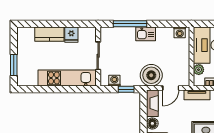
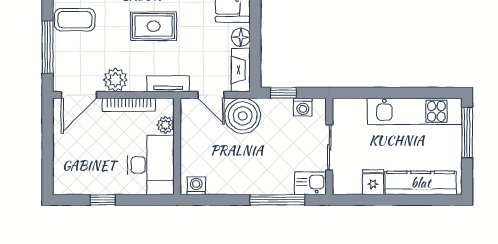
kitchen counter: (49, 34) -> (421, 183), width x1.50
kitchen sink: (146, 34) -> (310, 183), moved
window: (14, 65) -> (467, 132), width x1.44
kitchen unit: (67, 78) -> (415, 111), moved
door: (171, 88) -> (211, 95), swing flipped

